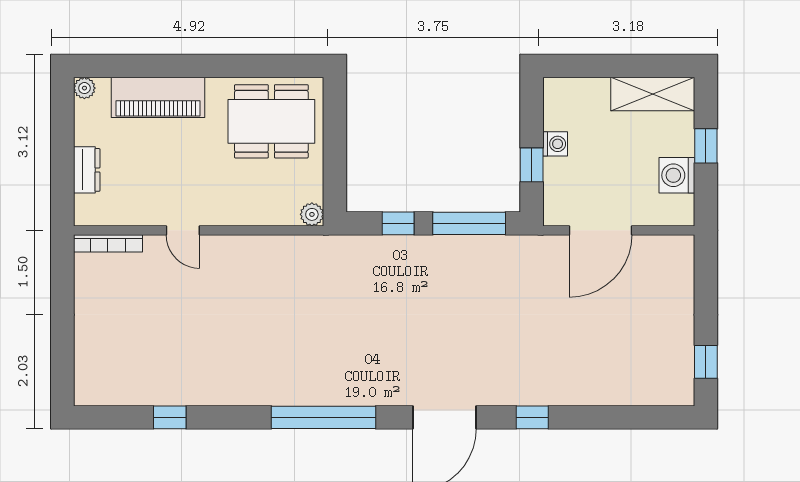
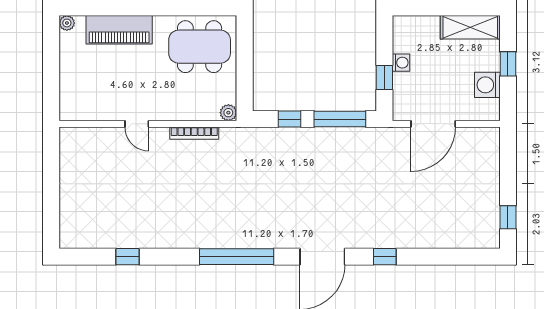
dresser: (87, 170) -> (68, 81), removed
bookcase: (108, 243) -> (194, 133), moved

